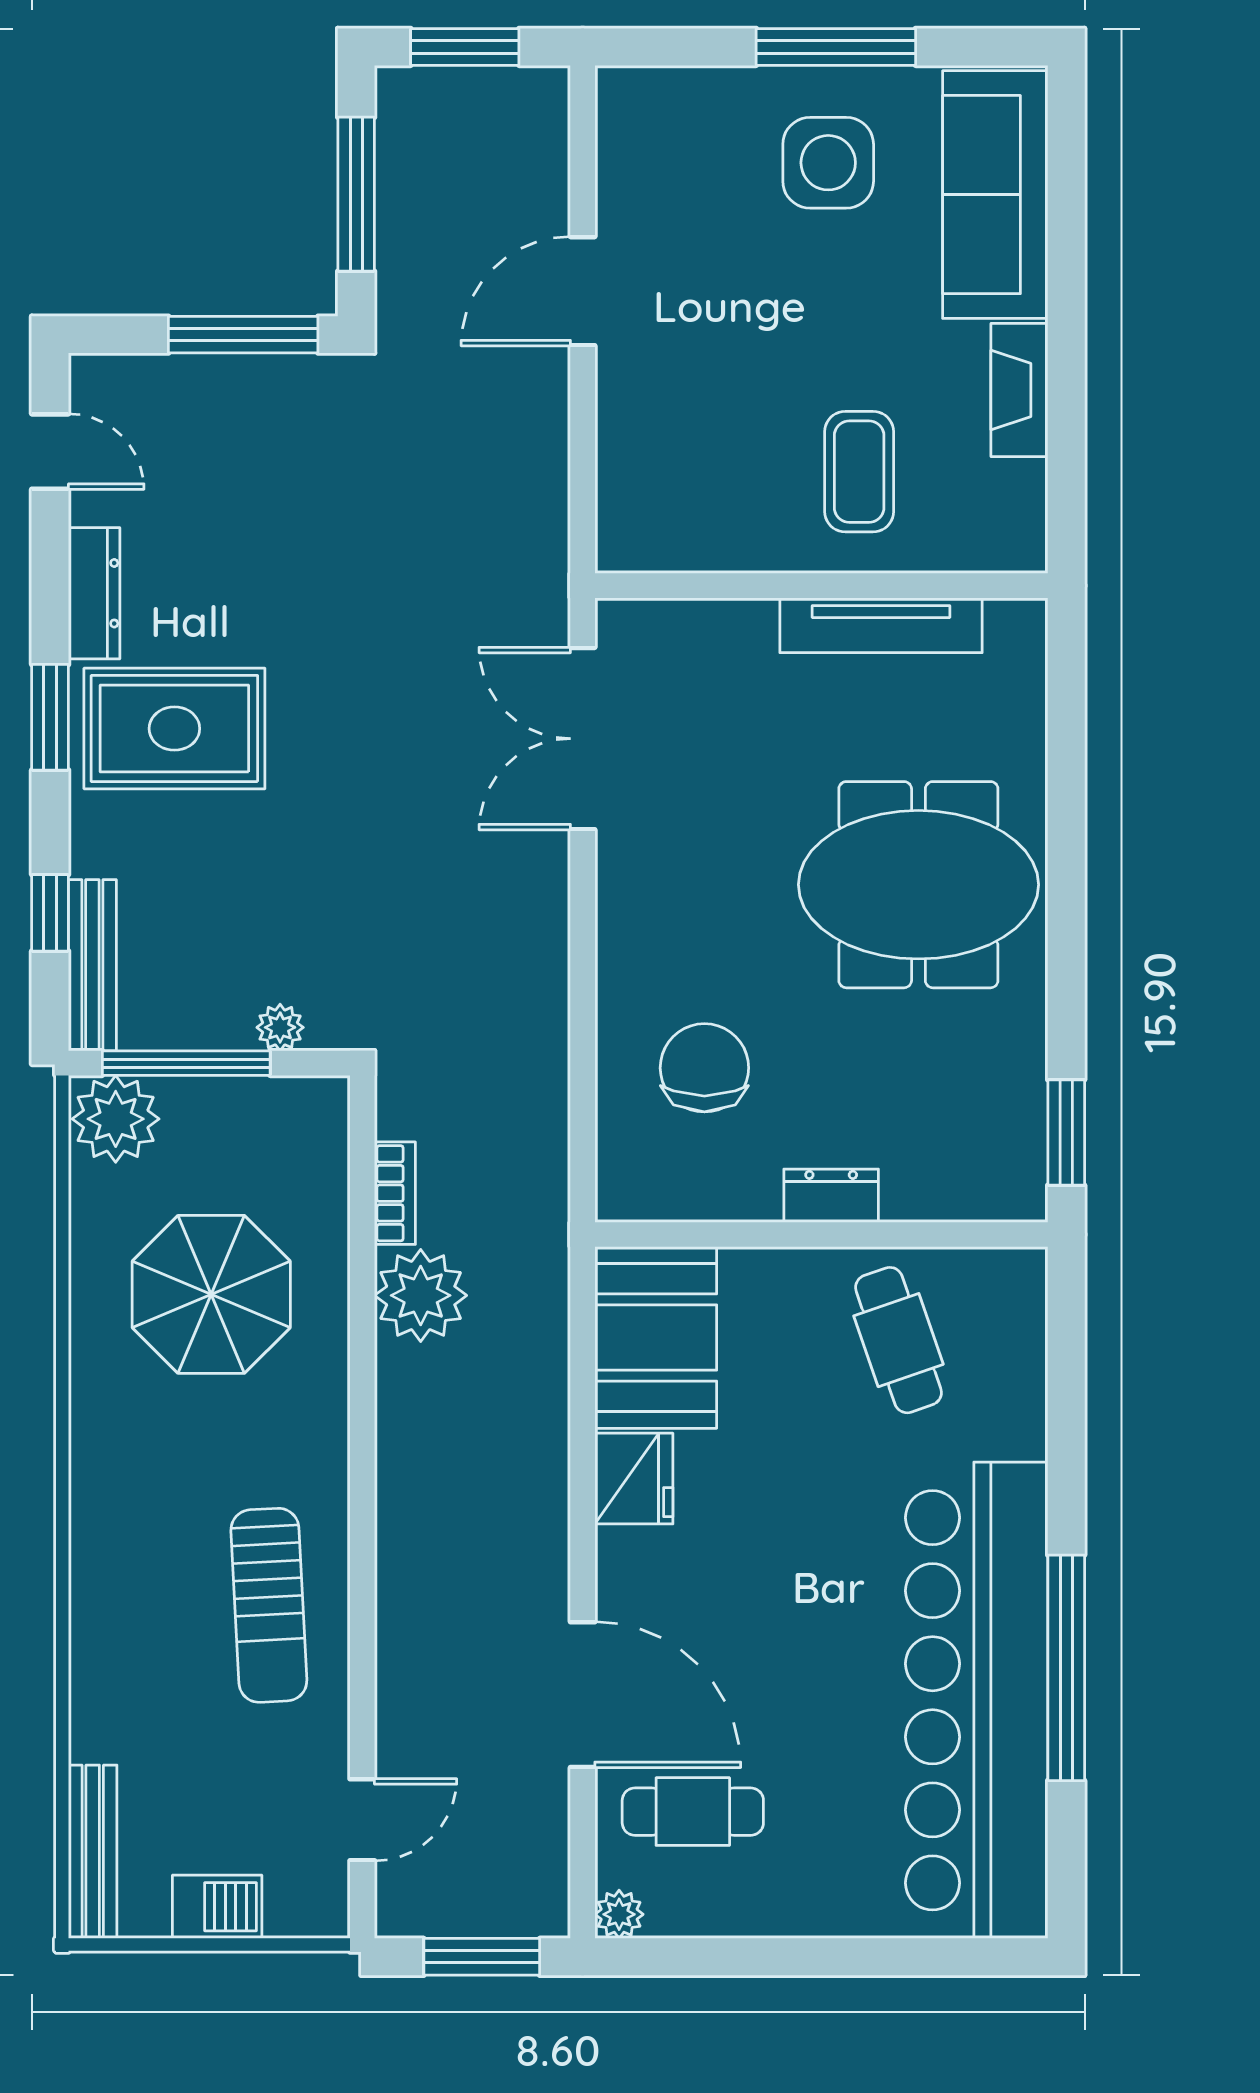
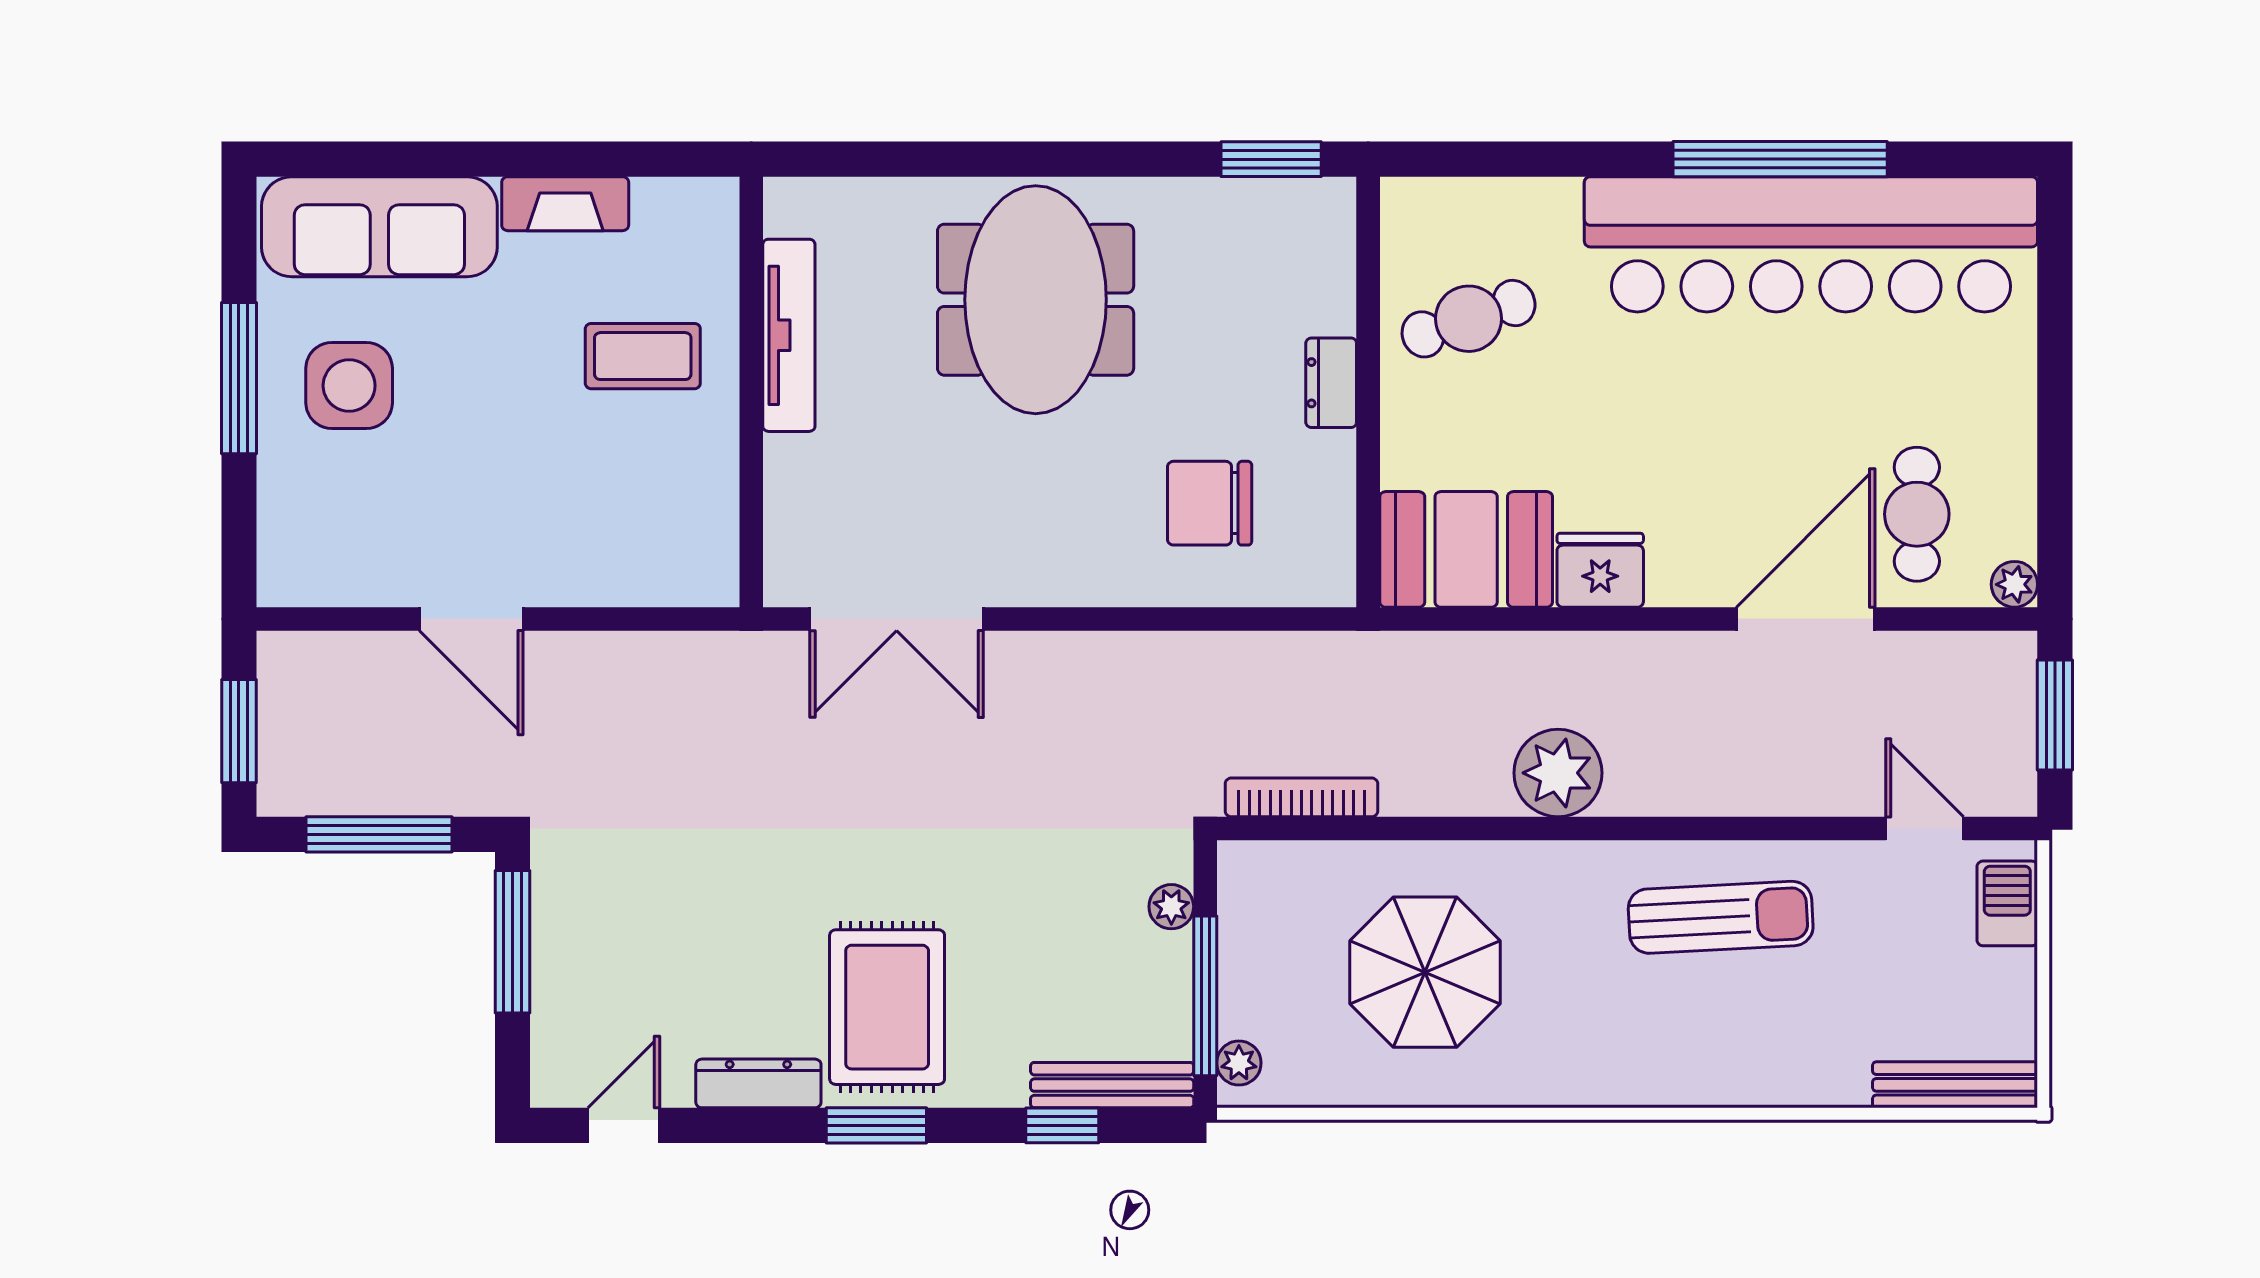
plant: (116, 1119) -> (1239, 1063), width x0.53, depth x0.53
bookcase: (395, 1193) -> (1301, 797), width x1.56
plant: (421, 1295) -> (1558, 773), moved
barbecue: (217, 1907) -> (2007, 903), moved

